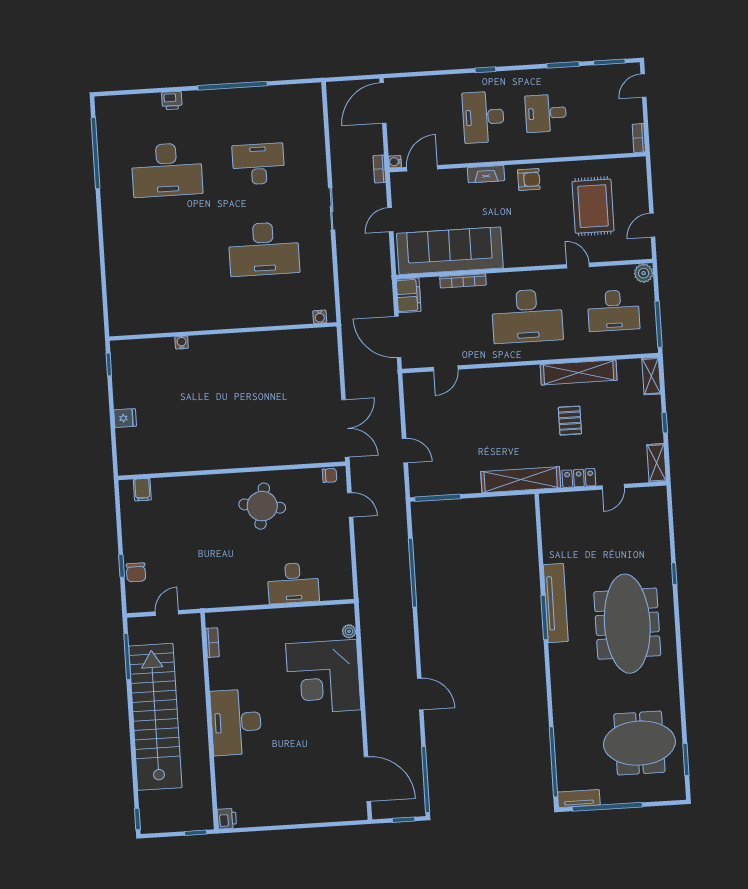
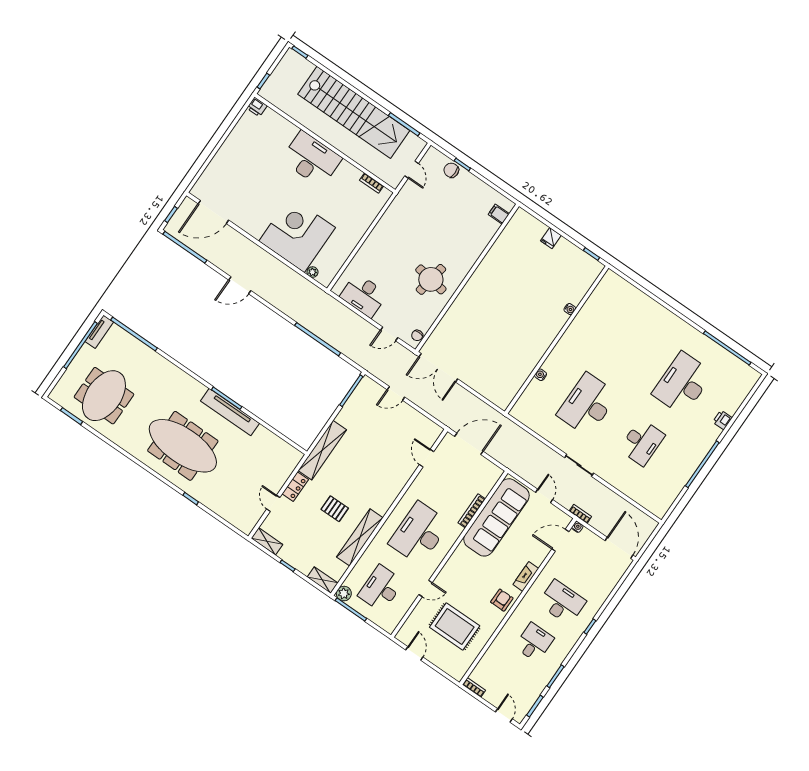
door: (422, 168) -> (560, 540), swing flipped
armchair: (529, 179) -> (502, 600), turned 180
plant: (644, 273) -> (344, 594), moved
filing cabinet: (409, 295) -> (489, 471), removed
water cooler: (320, 317) -> (541, 375), moved
desk: (293, 583) -> (364, 295), moved, turned -90

